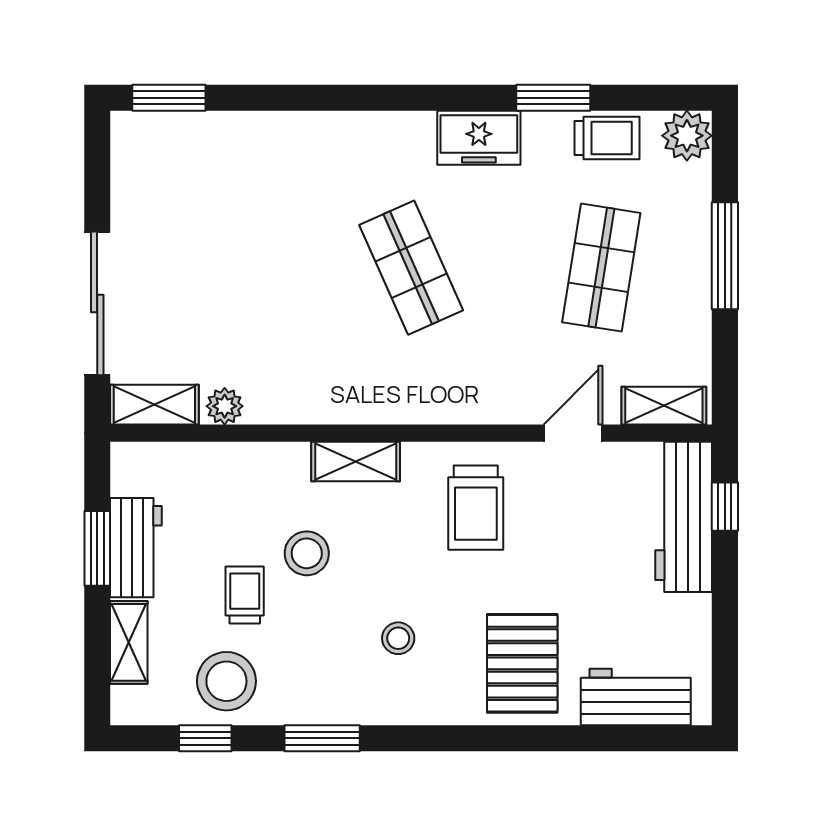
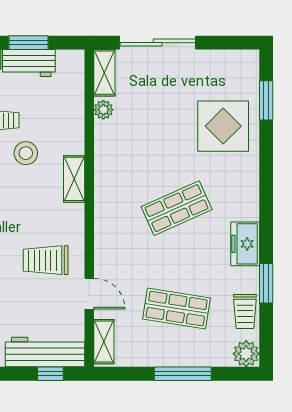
window: (169, 98) -> (266, 100), moved
display table: (256, 179) -> (223, 126), added
trolley: (476, 508) -> (46, 260), moved

